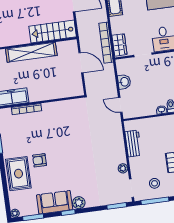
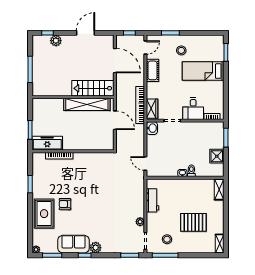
shelving: (31, 52) -> (87, 104), moved
washbasin: (124, 82) -> (152, 128), moved

